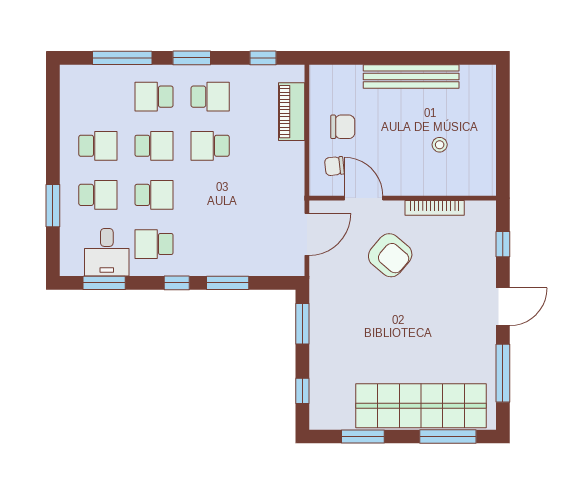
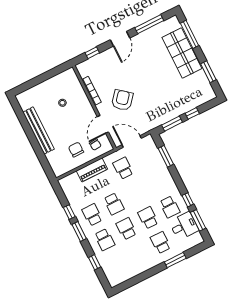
window: (122, 58) -> (95, 262), width x0.46
window: (263, 58) -> (69, 212), moved
piano: (292, 112) -> (92, 170), moved
school desk: (98, 146) -> (123, 168), moved
window: (177, 283) -> (188, 200), moved
window: (228, 283) -> (166, 156), moved
door: (503, 307) -> (120, 39), swing flipped
window: (302, 391) -> (192, 113), moved
shop shelf: (421, 406) -> (182, 53), width x0.71

